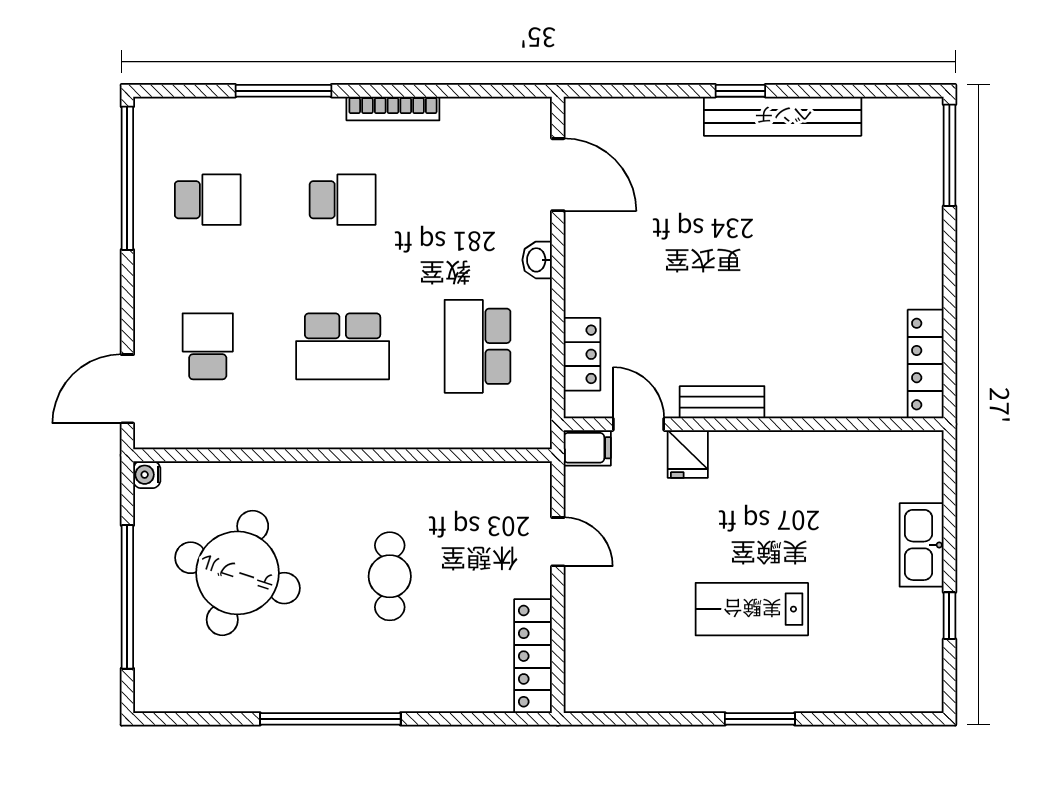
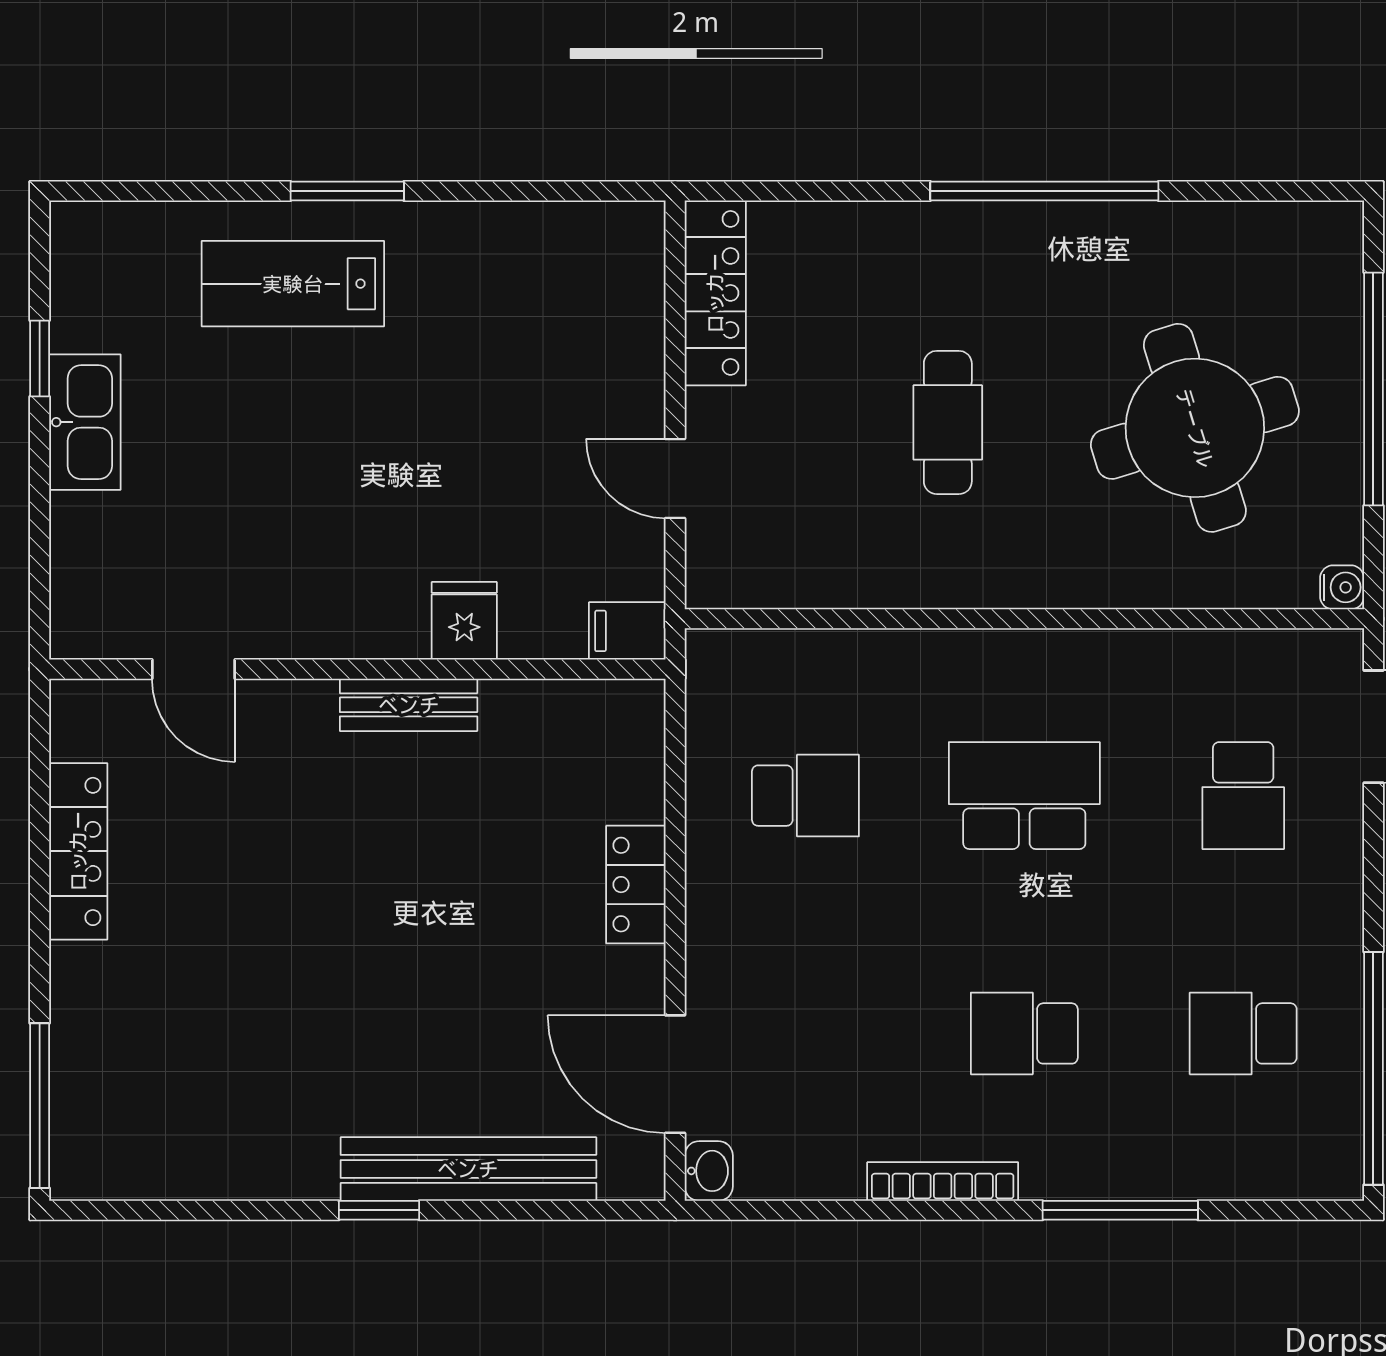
bench: (783, 116) -> (468, 1169), moved
washbasin: (537, 260) -> (709, 1171), moved
school desk: (477, 346) -> (805, 796), width x0.54
locker: (582, 354) -> (636, 885), moved
locker: (926, 364) -> (78, 851), moved
door: (639, 424) -> (194, 669), moved
kitchen sink: (922, 545) -> (85, 422), moved
round table: (237, 573) -> (1195, 428), turned -35
lab bench: (752, 609) -> (293, 284), moved, turned 180

